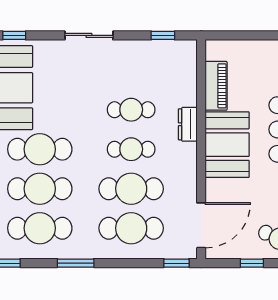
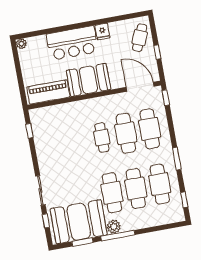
sliding door: (89, 35) -> (40, 190), moved
piano: (216, 86) -> (48, 92), width x1.37, depth x1.33
cafe table: (131, 110) -> (78, 142), removed
dresser: (188, 124) -> (81, 106), removed

